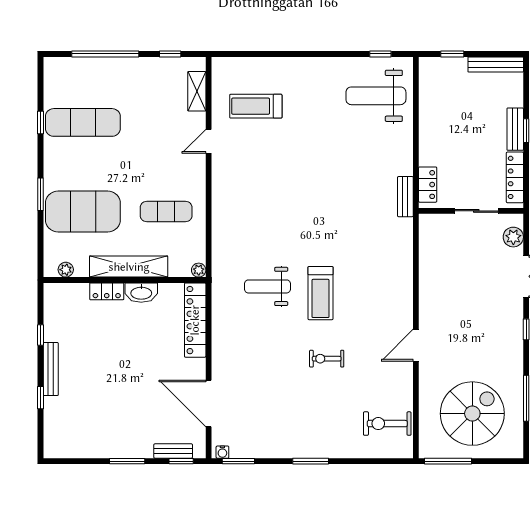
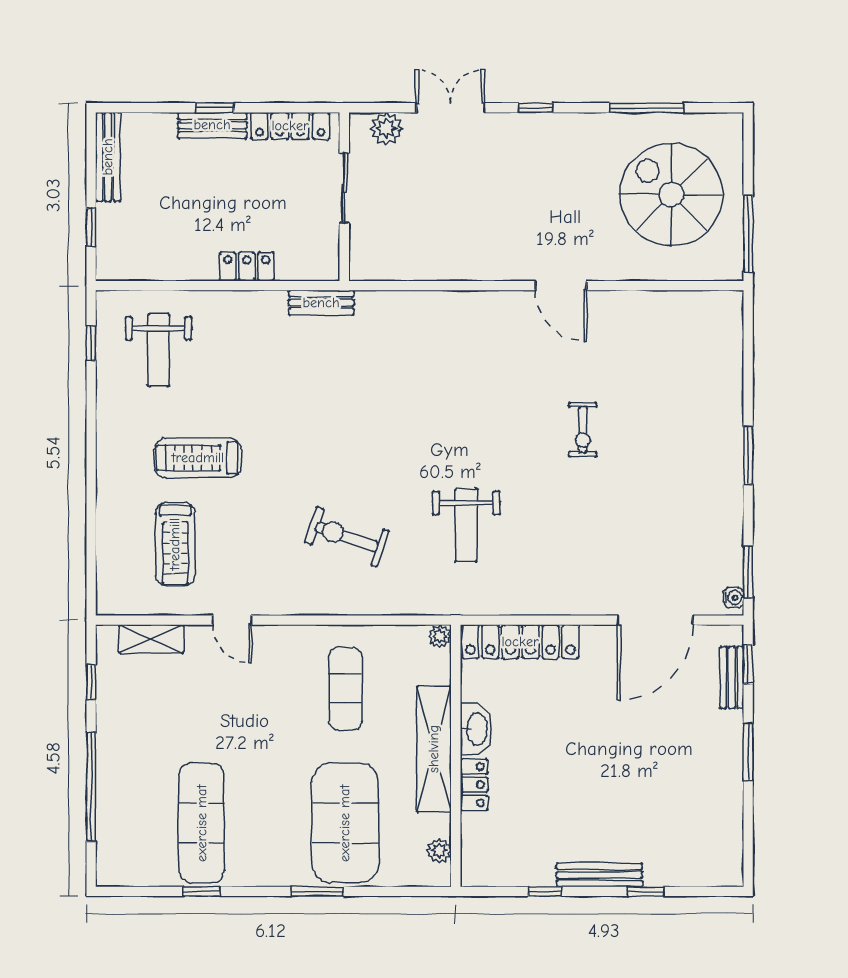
weight bench: (376, 96) -> (159, 350), width x0.73, depth x0.75
locker: (428, 185) -> (247, 267), moved
treadmill: (320, 293) -> (198, 458), moved, turned 180
exercise bike: (387, 424) -> (347, 537), moved, turned 109

